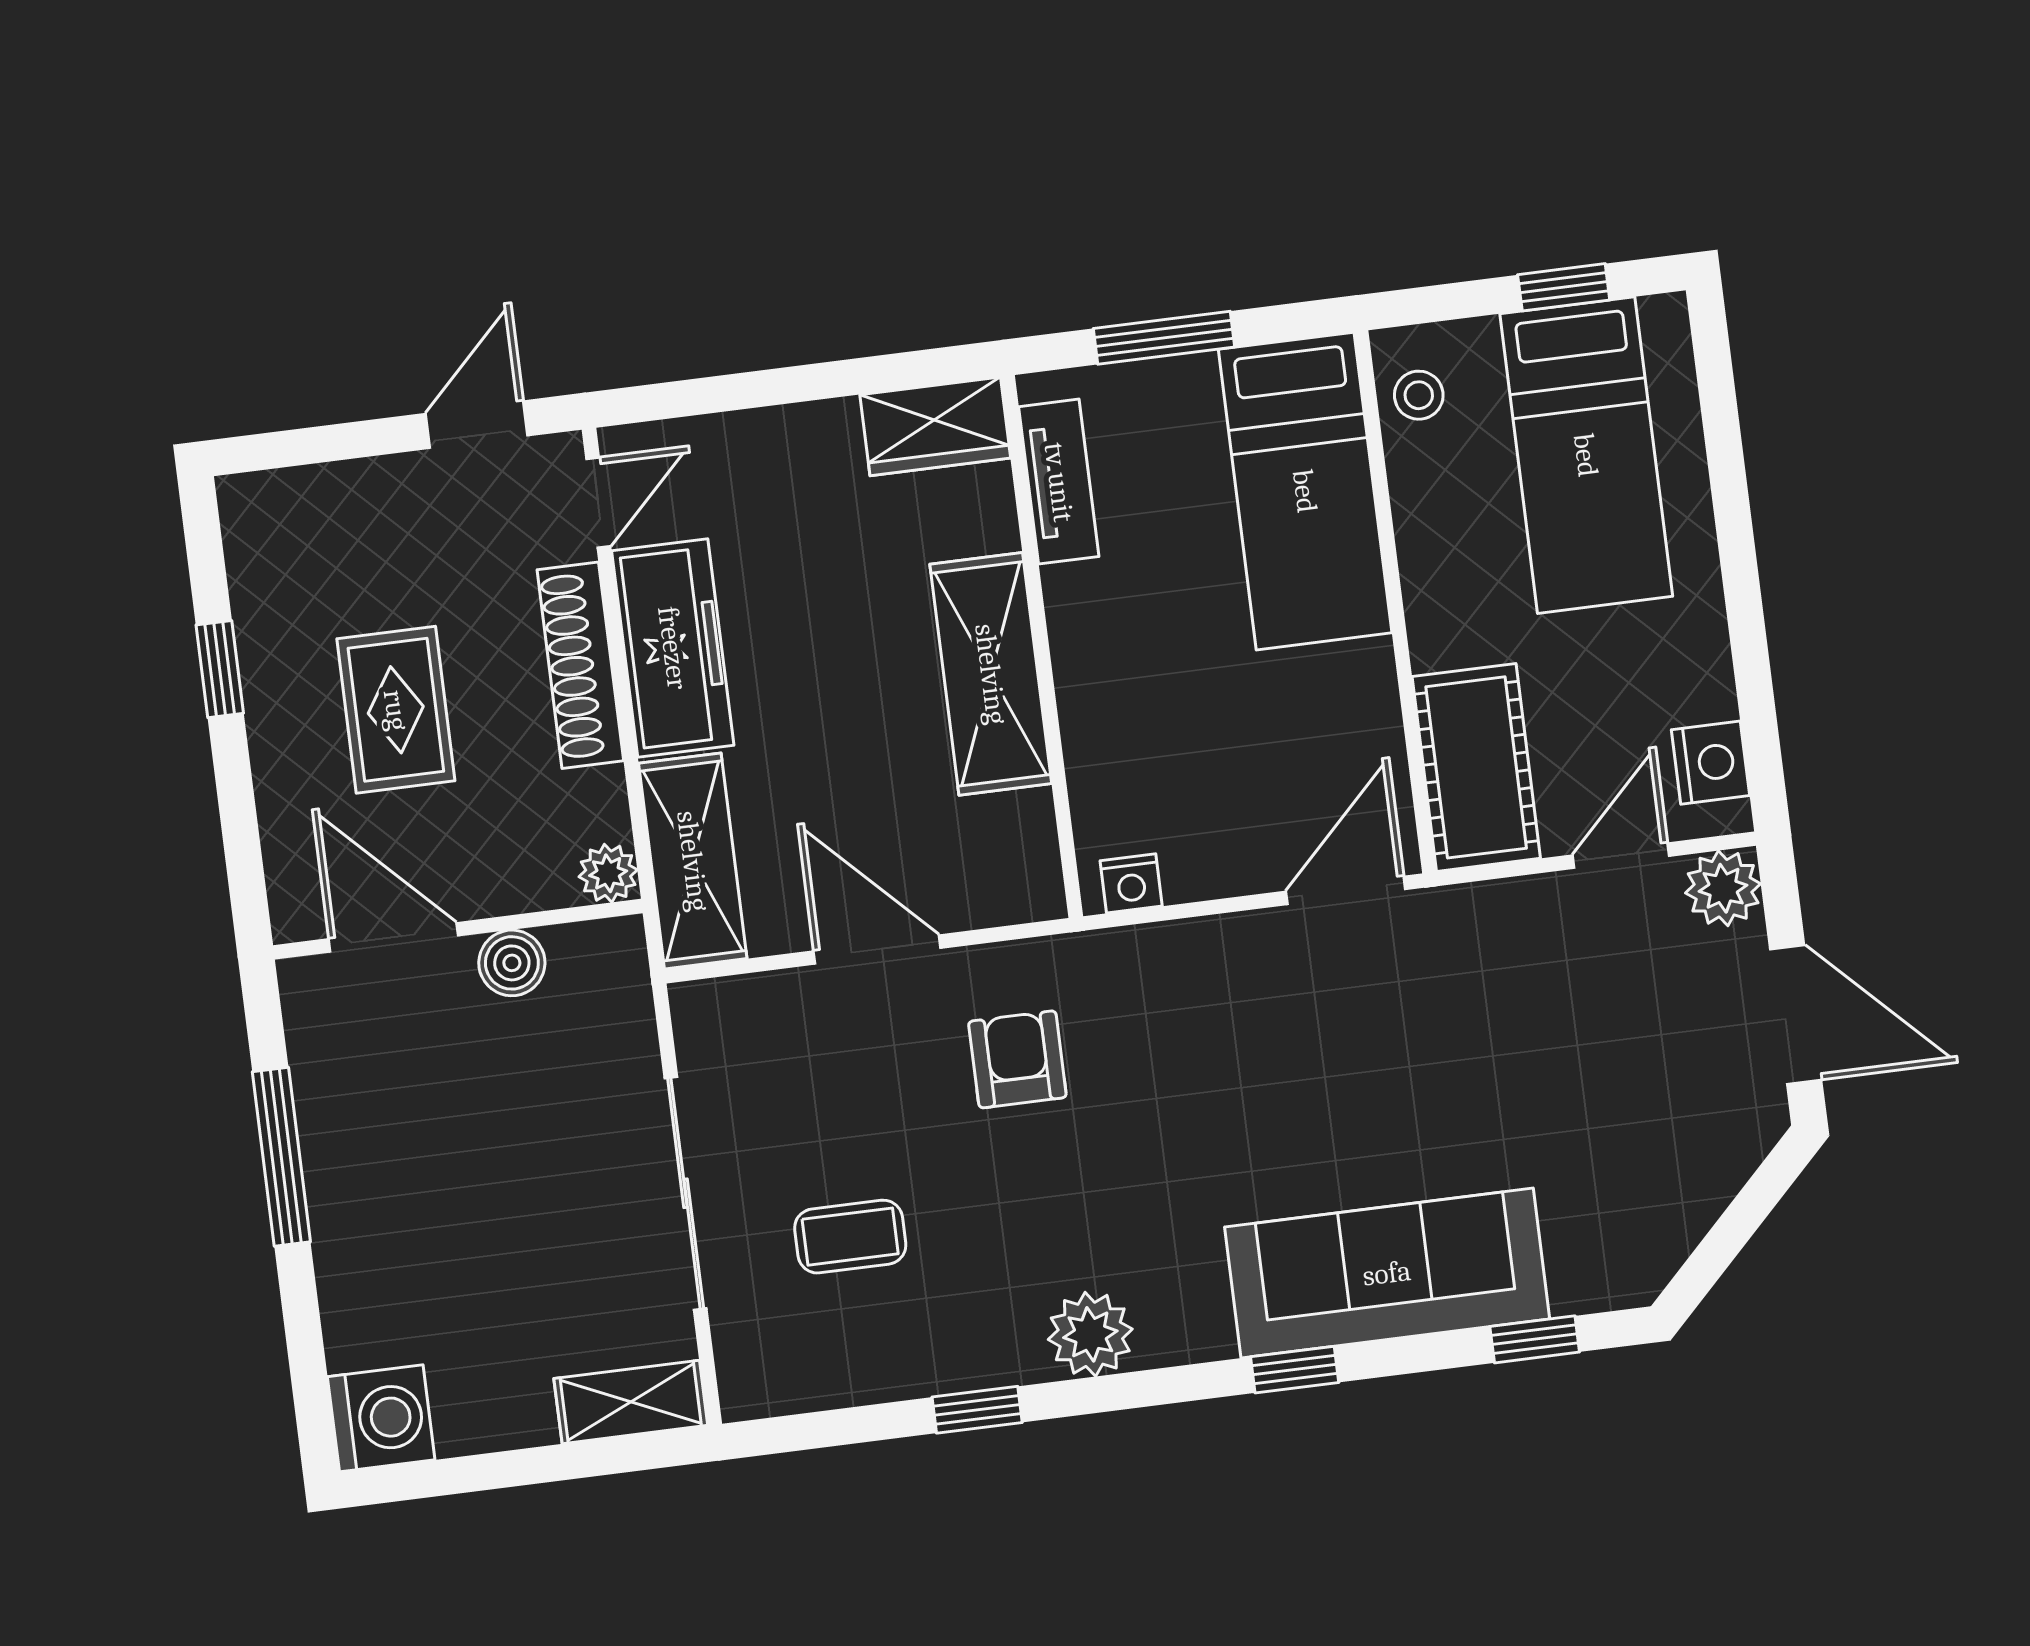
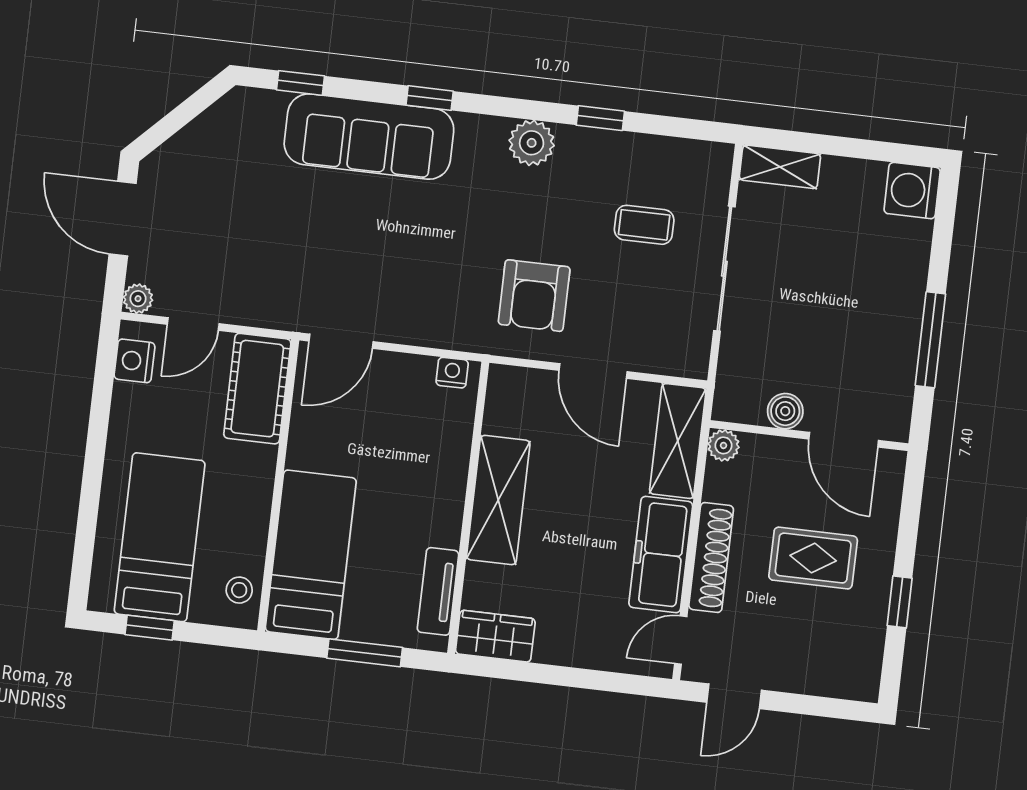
rug: (396, 710) -> (813, 558), turned 90
plant: (1723, 888) -> (138, 299), width x0.73, depth x0.73
armchair: (1017, 1059) -> (534, 296), width x1.38, depth x1.38

